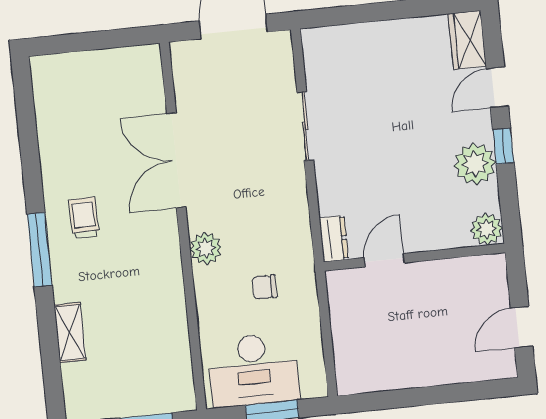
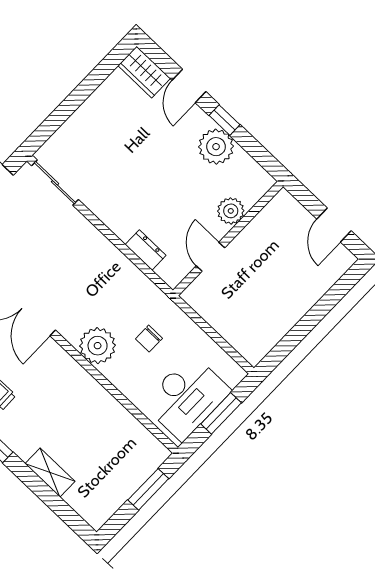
sliding door: (305, 126) -> (55, 183), moved
plant: (487, 229) -> (231, 211), moved
dresser: (334, 238) -> (146, 250), moved
plant: (206, 248) -> (98, 346), width x1.36, depth x1.36

